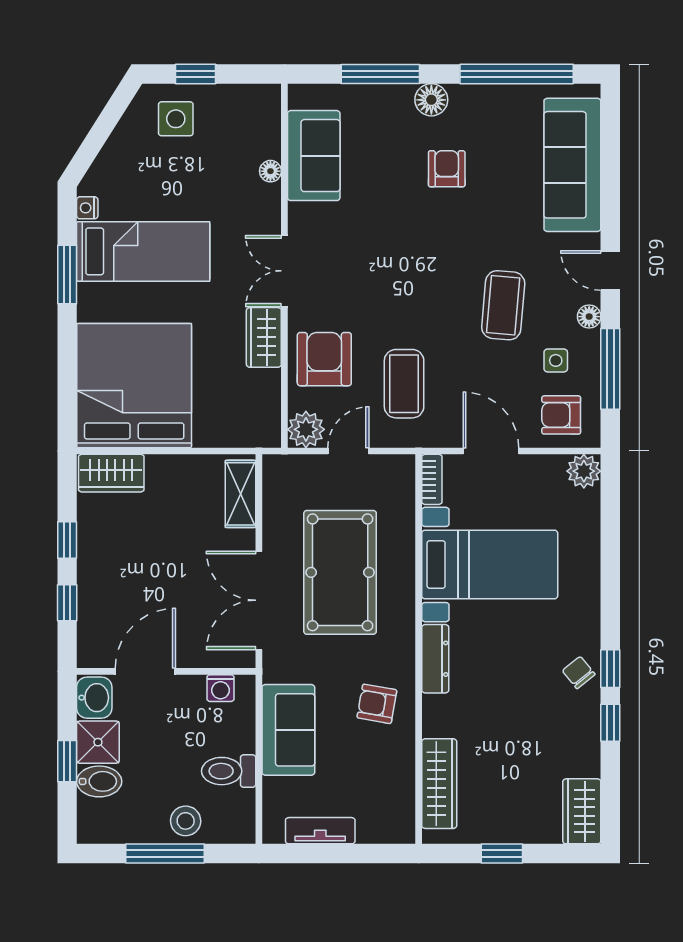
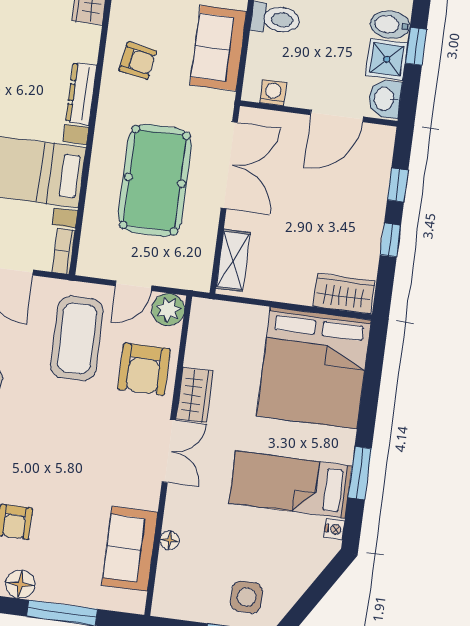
coffee table: (404, 384) -> (77, 338), width x1.36, depth x1.32

